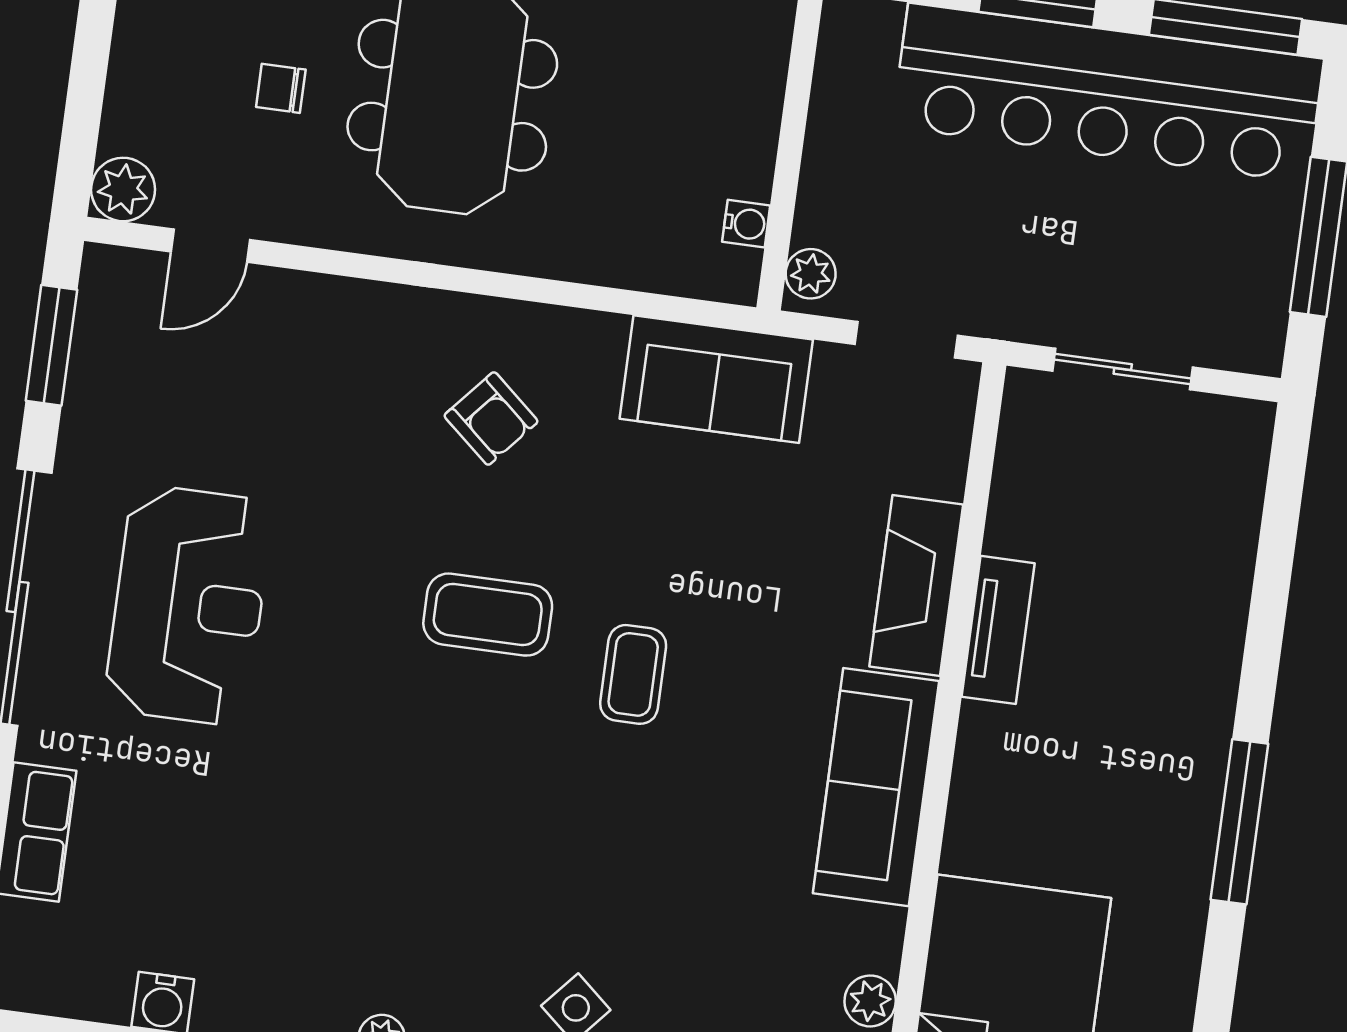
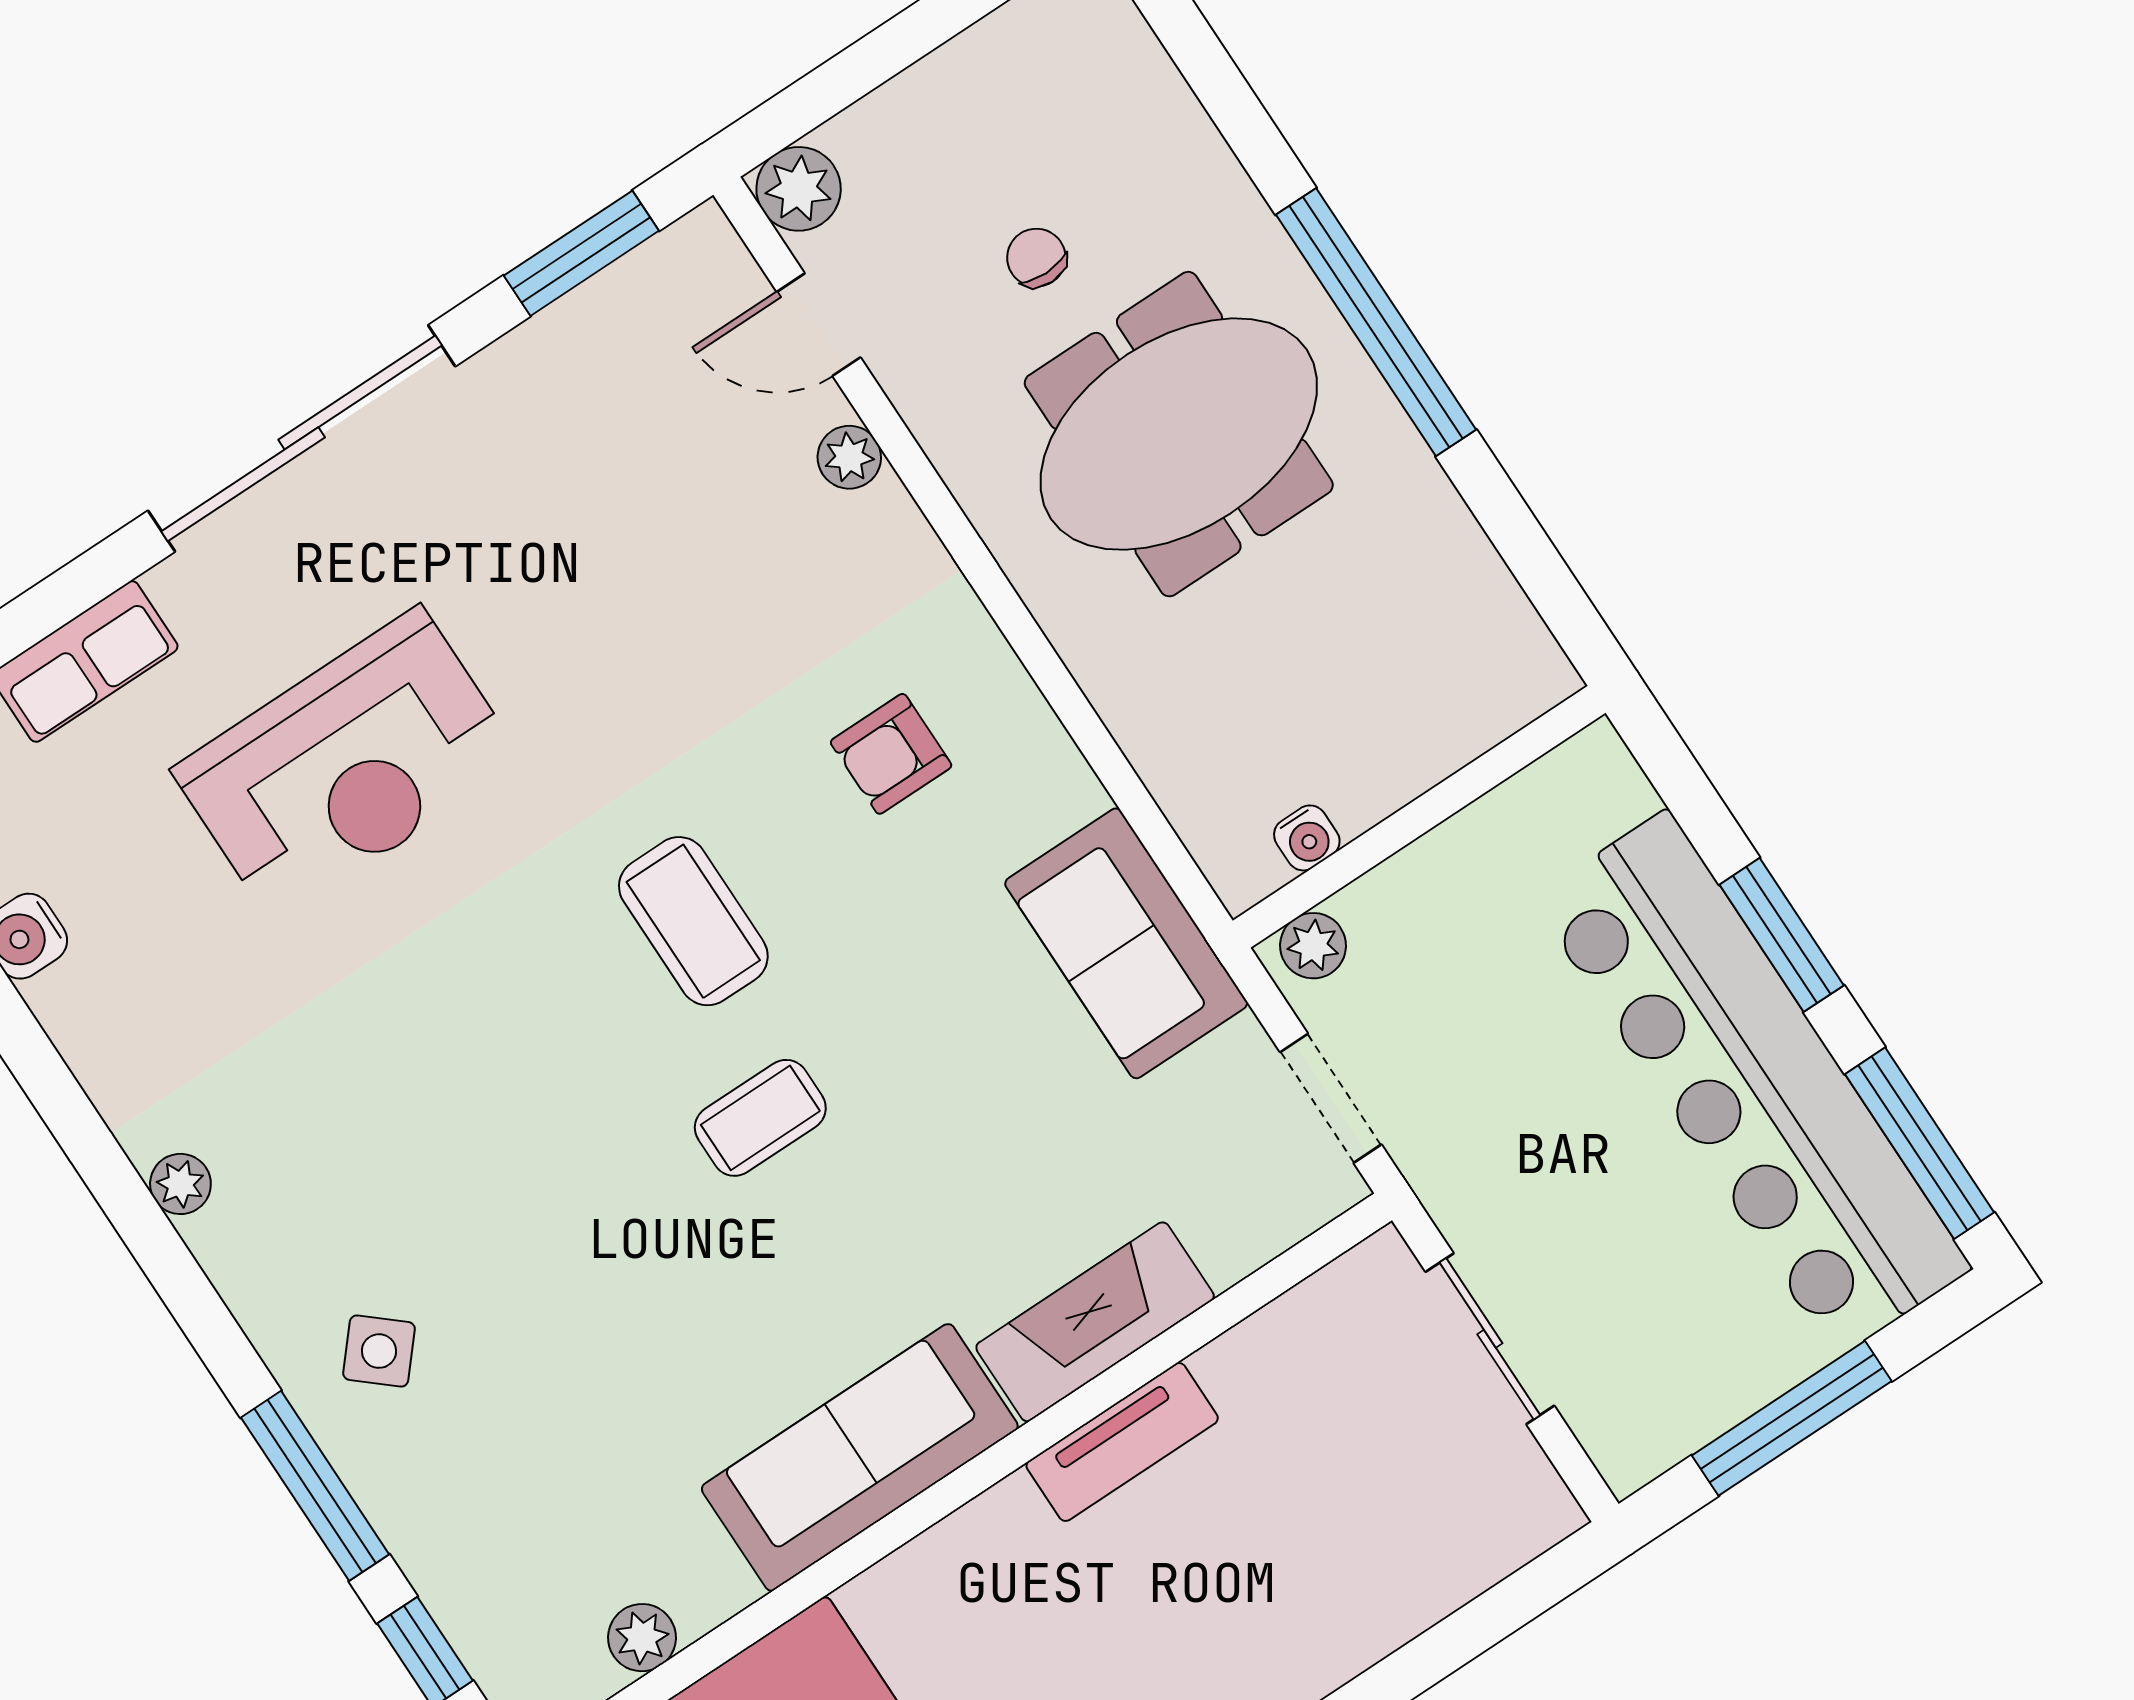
plant: (301, 294) -> (849, 457), added
armchair: (491, 419) -> (891, 754), turned 49
reception desk: (189, 605) -> (347, 765), moved

